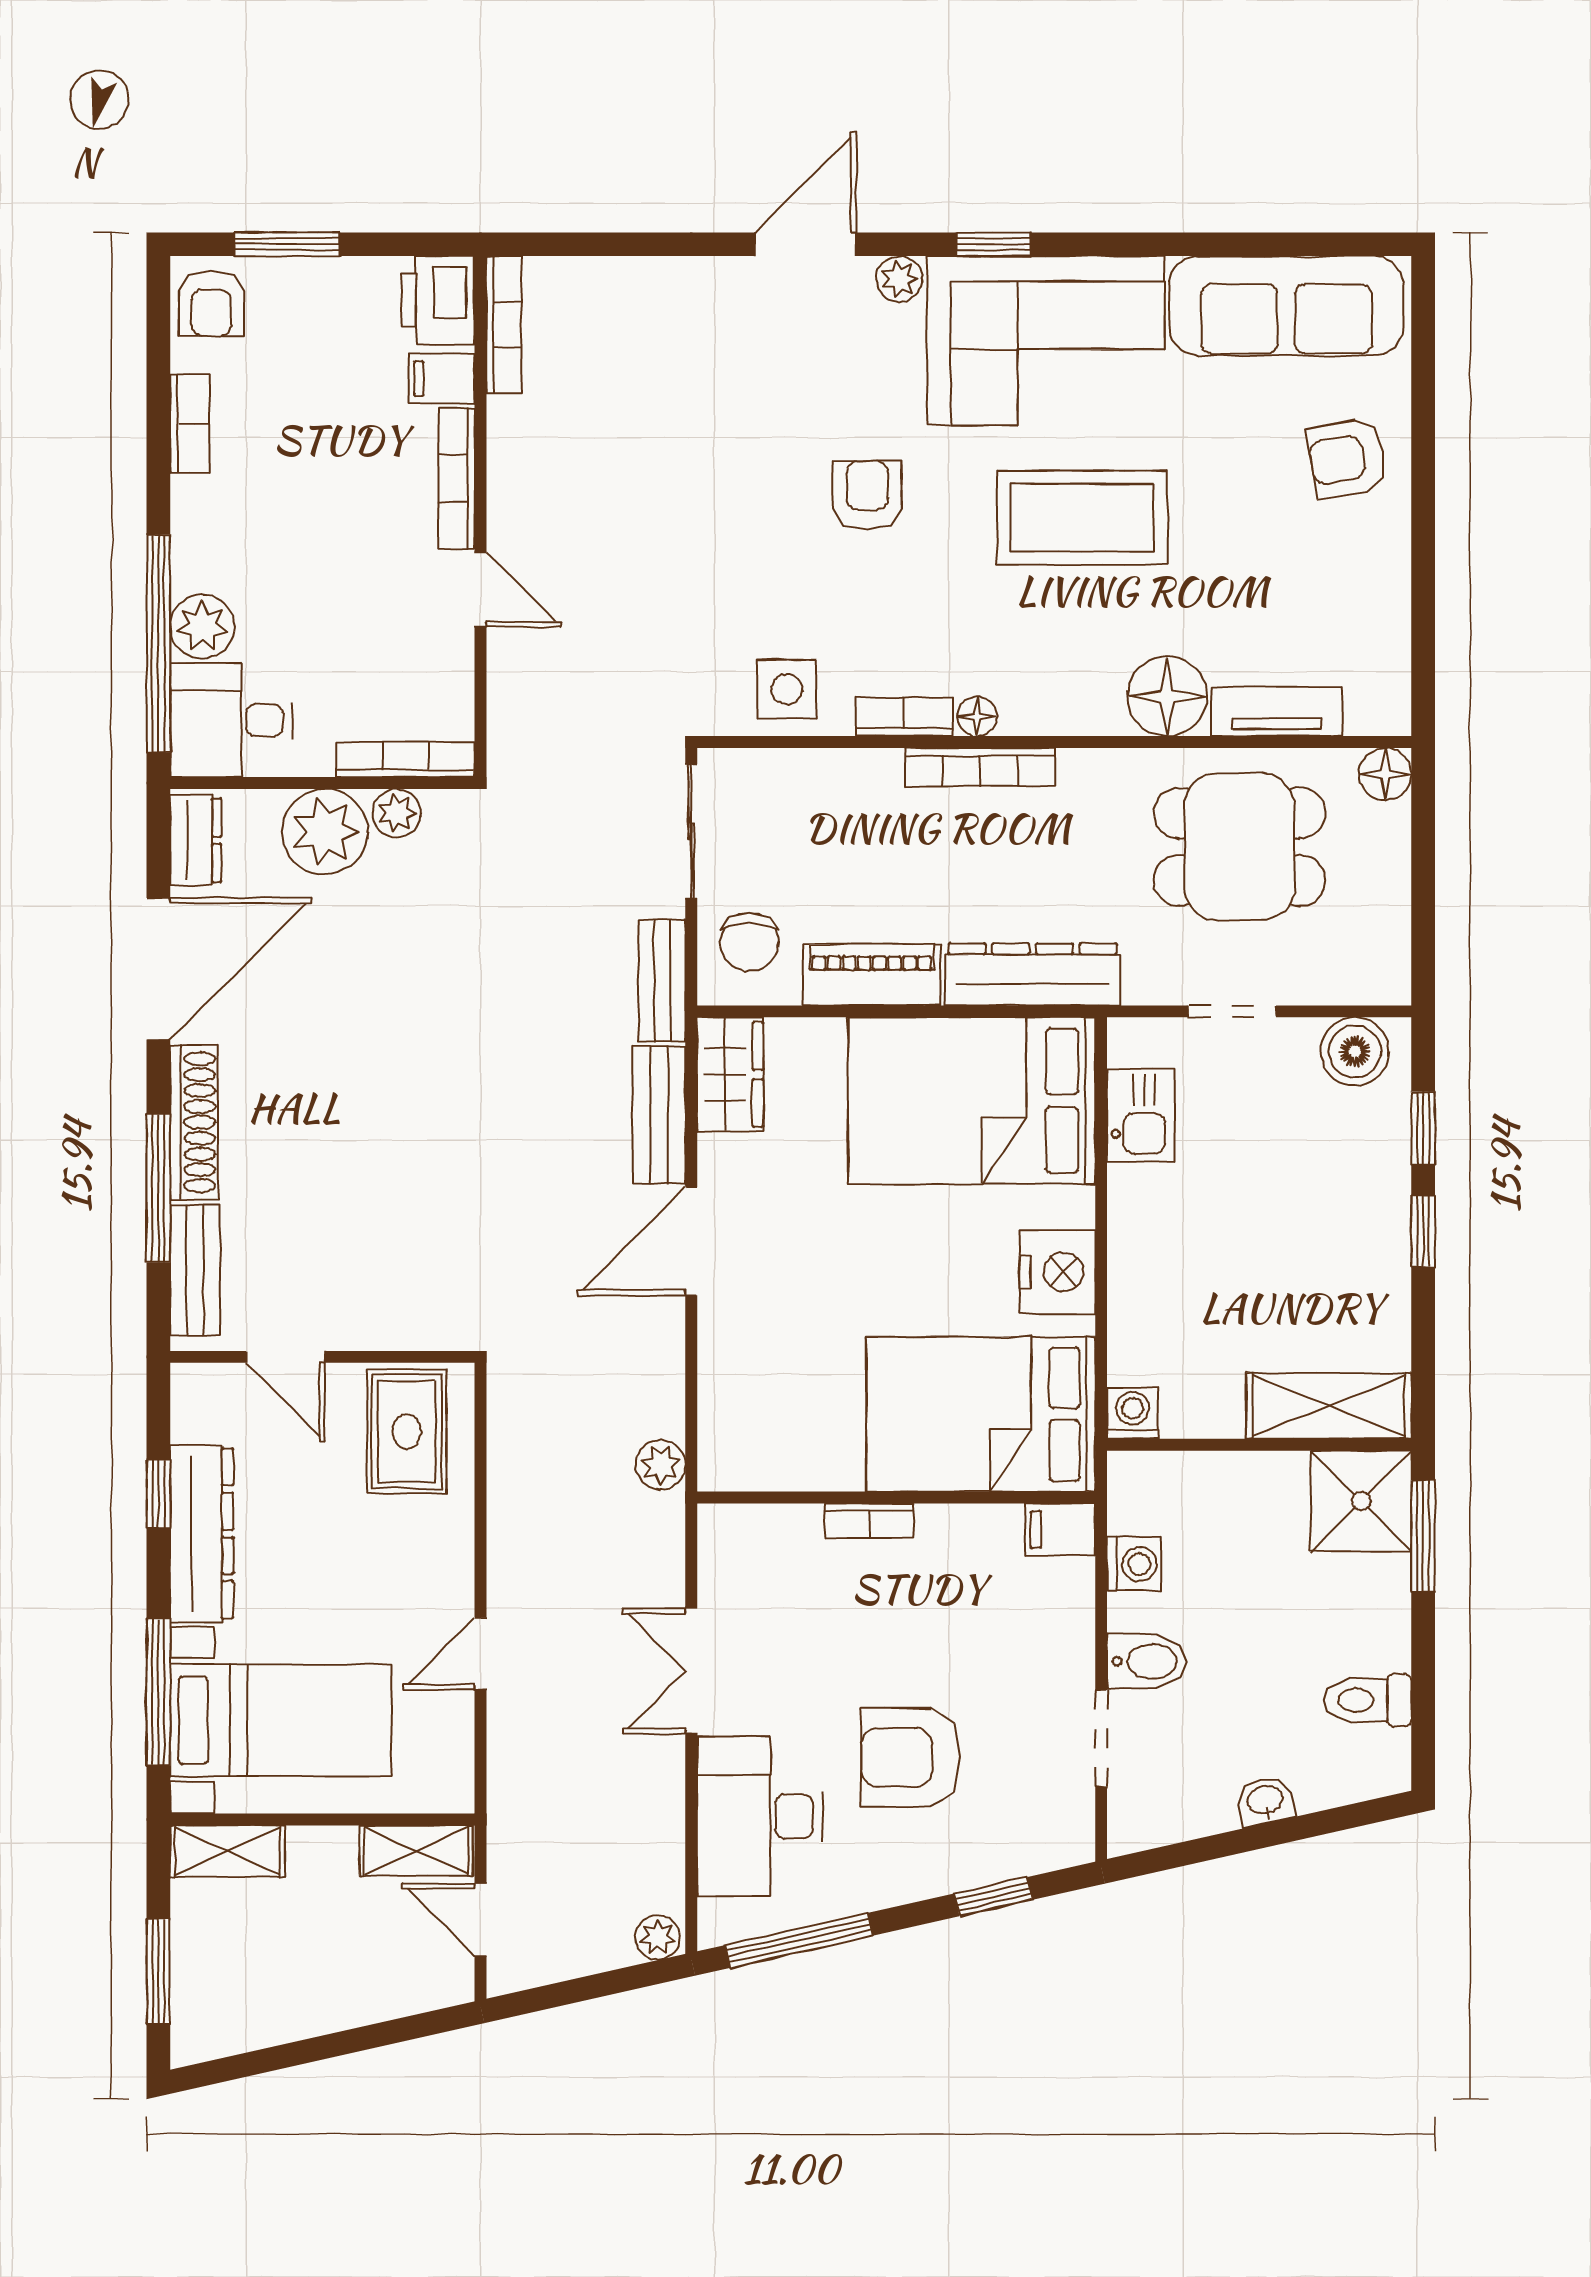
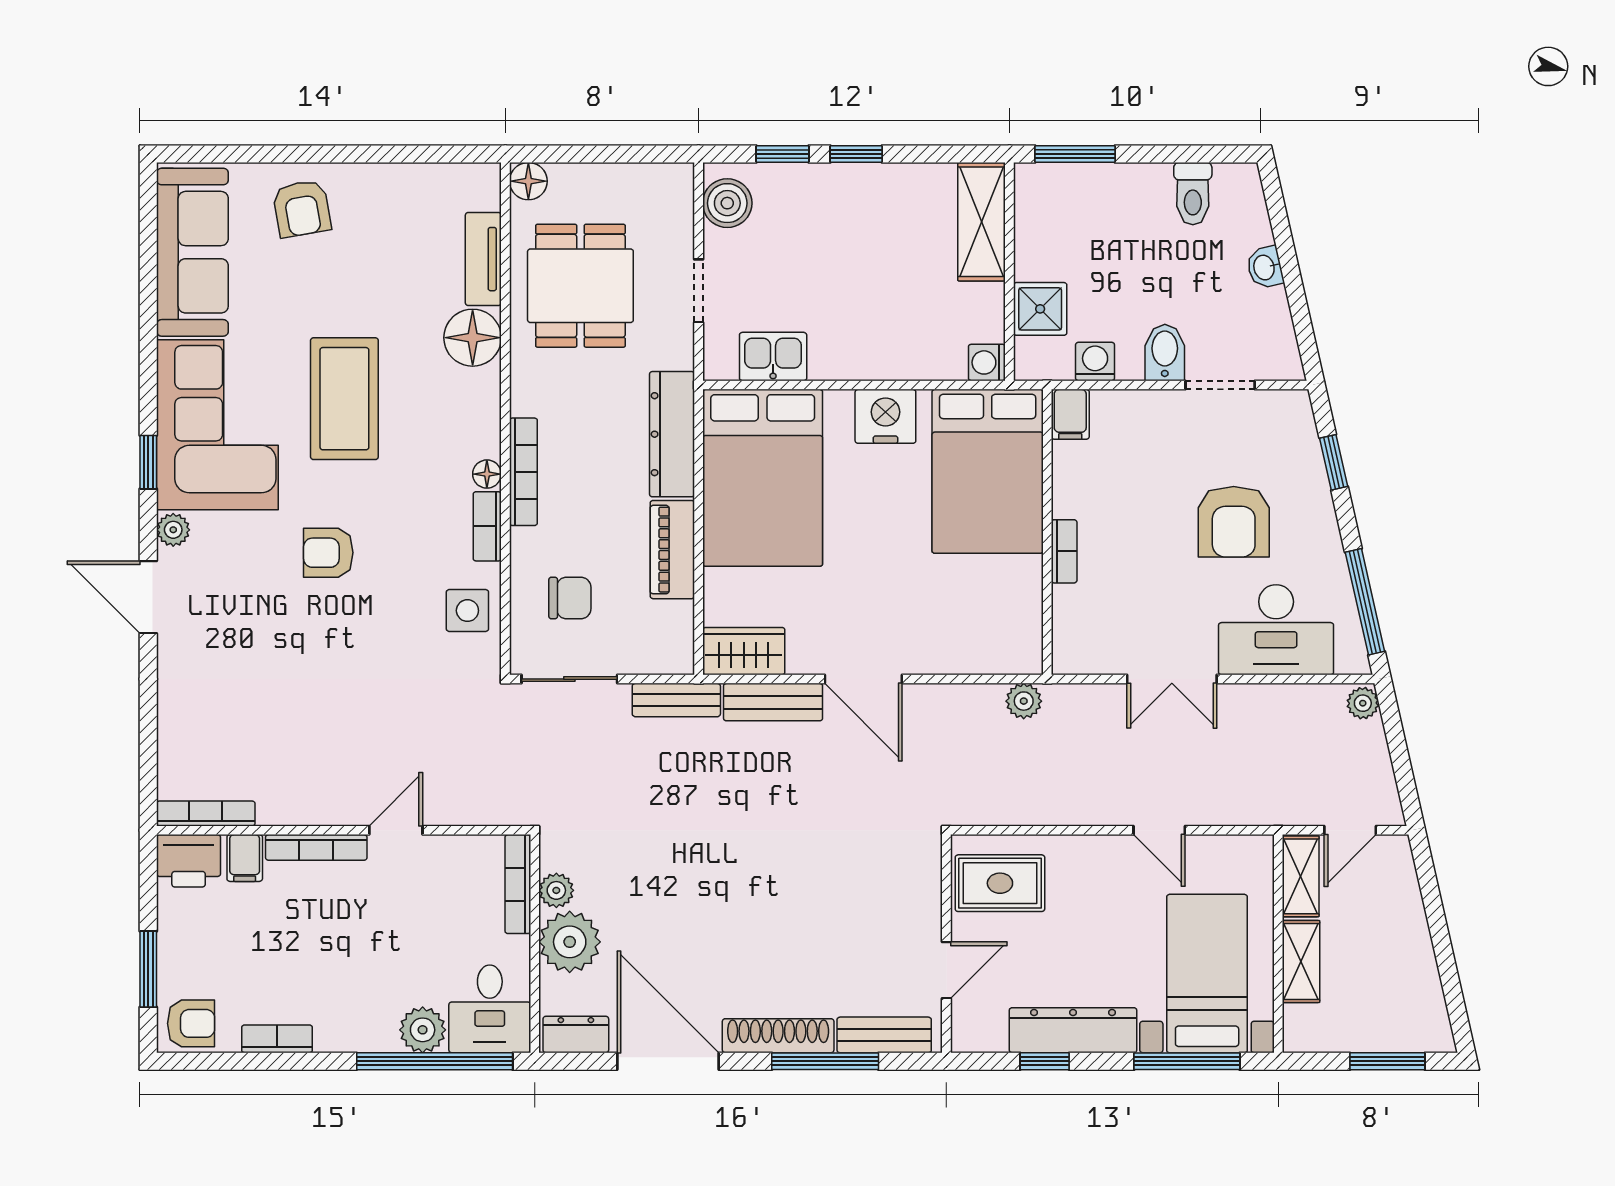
chair: (749, 942) -> (570, 598), moved
shower: (1361, 1501) -> (1040, 309), moved, width x0.73, depth x0.73
shelving: (228, 1851) -> (1301, 962), moved

